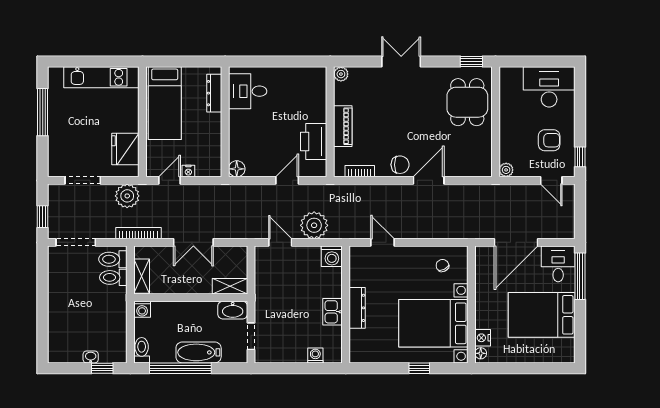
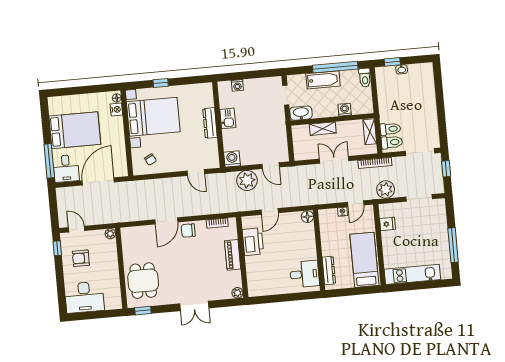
fridge: (125, 149) -> (387, 224), width x0.53, depth x0.75
shelving: (230, 286) -> (323, 129), moved
washing machine: (142, 309) -> (345, 110), moved

